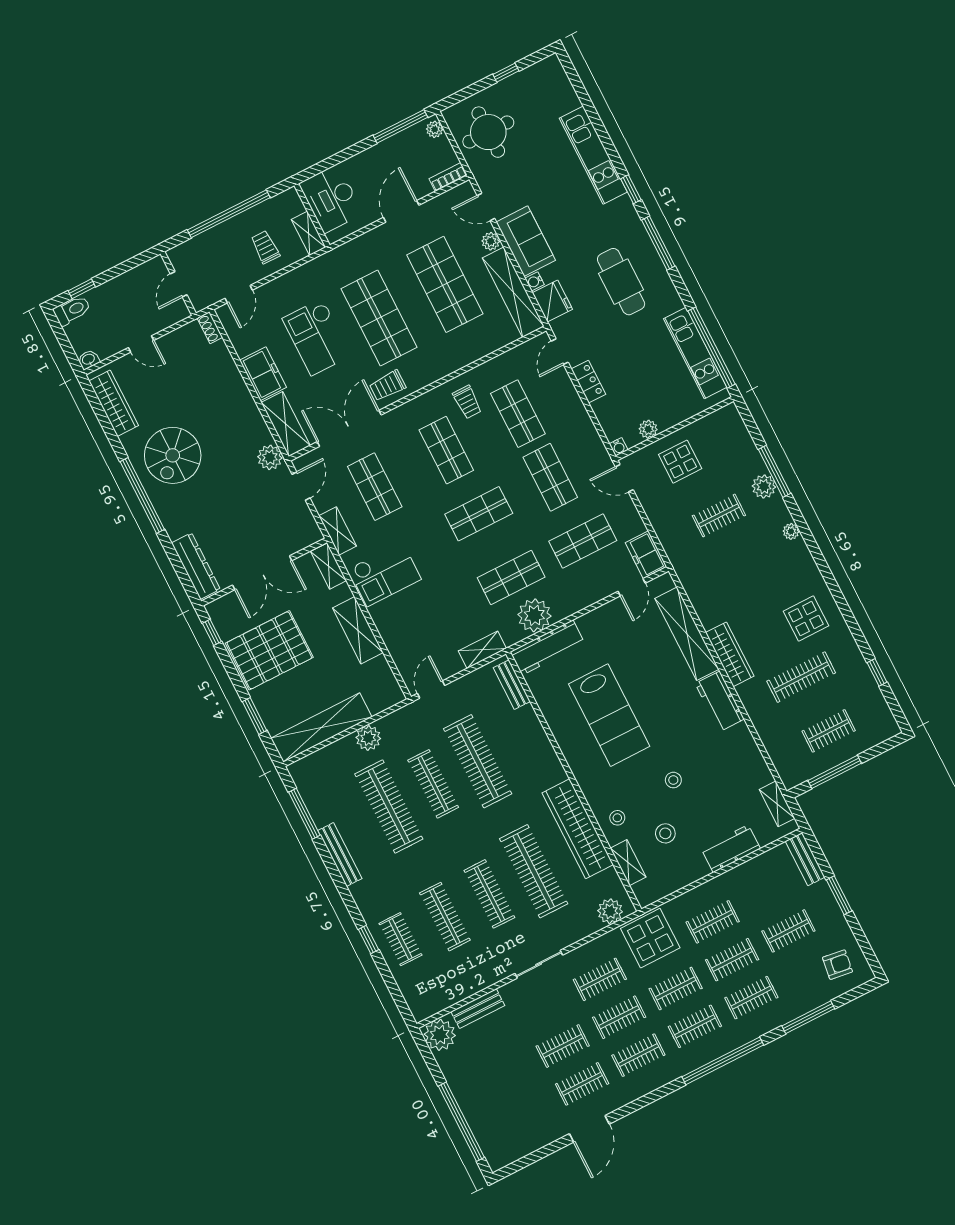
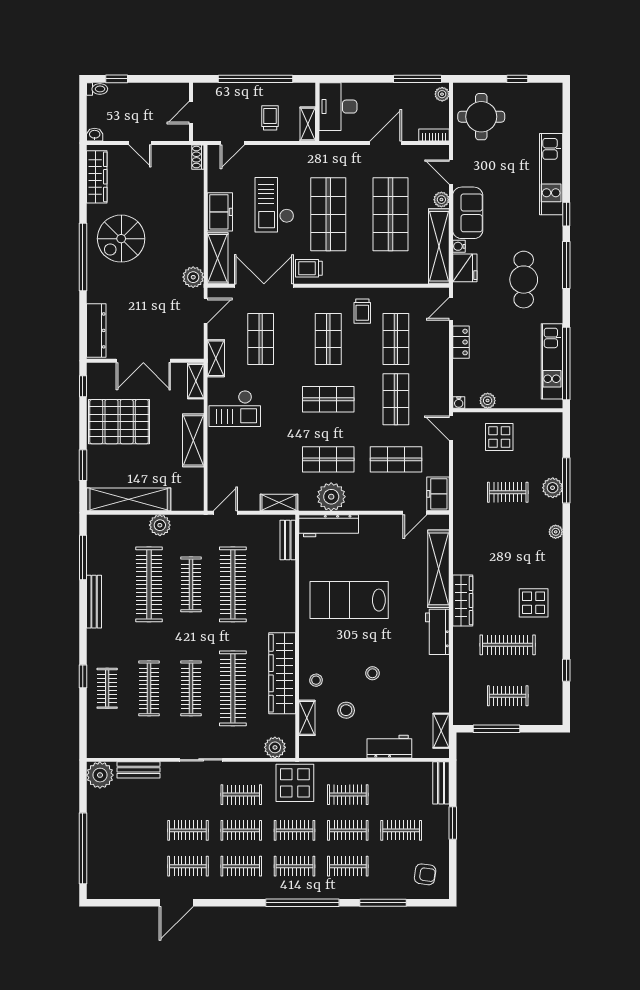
toilet: (72, 310) -> (97, 89), width x0.73, depth x0.72
lab bench: (609, 715) -> (349, 600), turned 90

